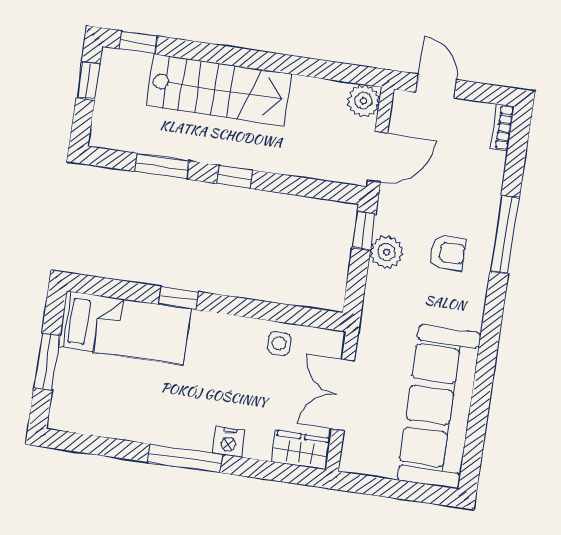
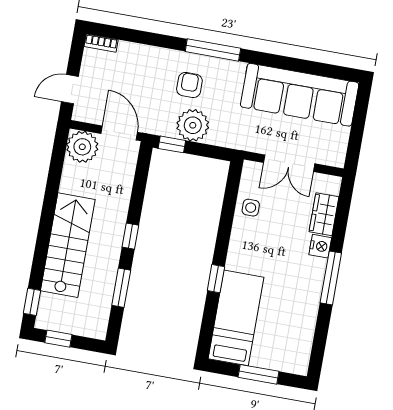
plant: (363, 101) -> (82, 147), width x1.36, depth x1.36
window: (505, 235) -> (213, 50), moved
plant: (387, 252) -> (193, 125), width x1.36, depth x1.36
wardrobe: (301, 450) -> (324, 214), moved

